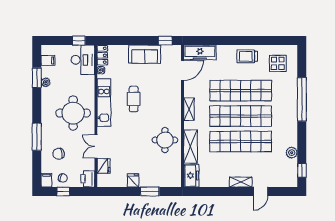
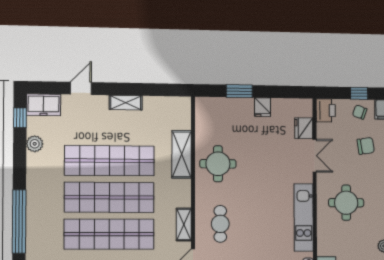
cafe table: (134, 99) -> (220, 224), moved
shelving: (189, 109) -> (184, 224), moved
round table: (73, 113) -> (346, 203), width x0.73, depth x0.73
freezer: (191, 176) -> (44, 105), moved, turned -90
shelving: (241, 182) -> (126, 103), moved

